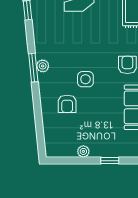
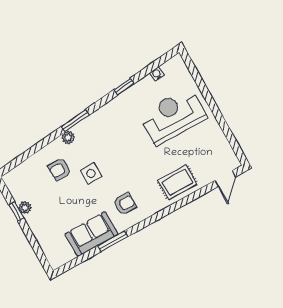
plant: (43, 66) -> (68, 138), moved
window: (110, 161) -> (16, 211), moved

